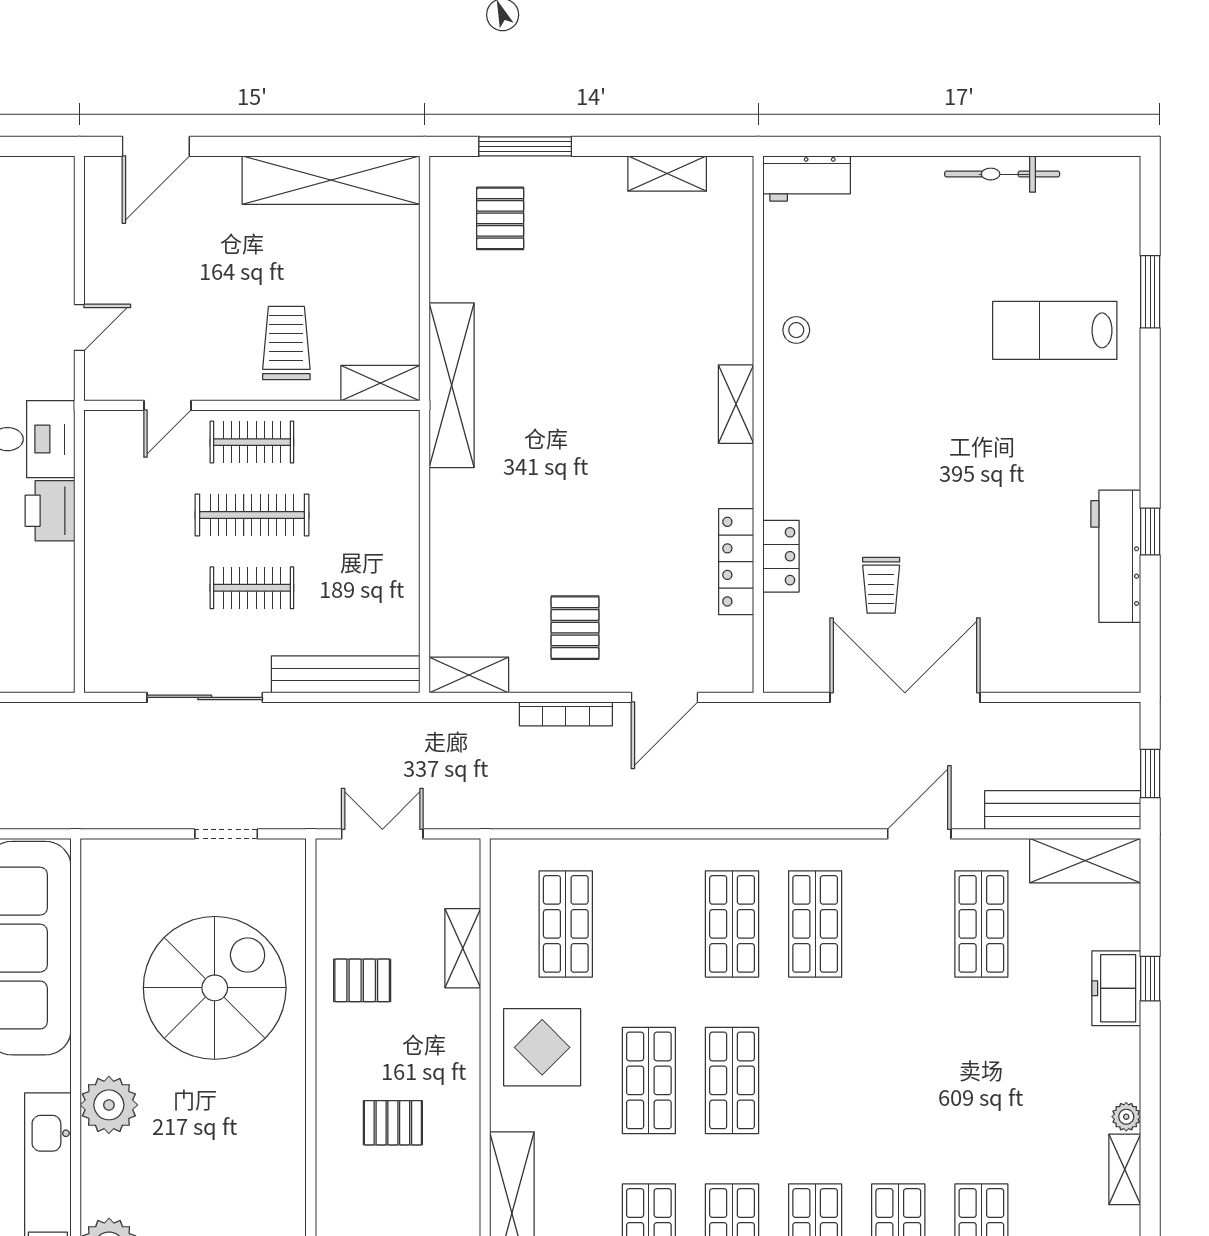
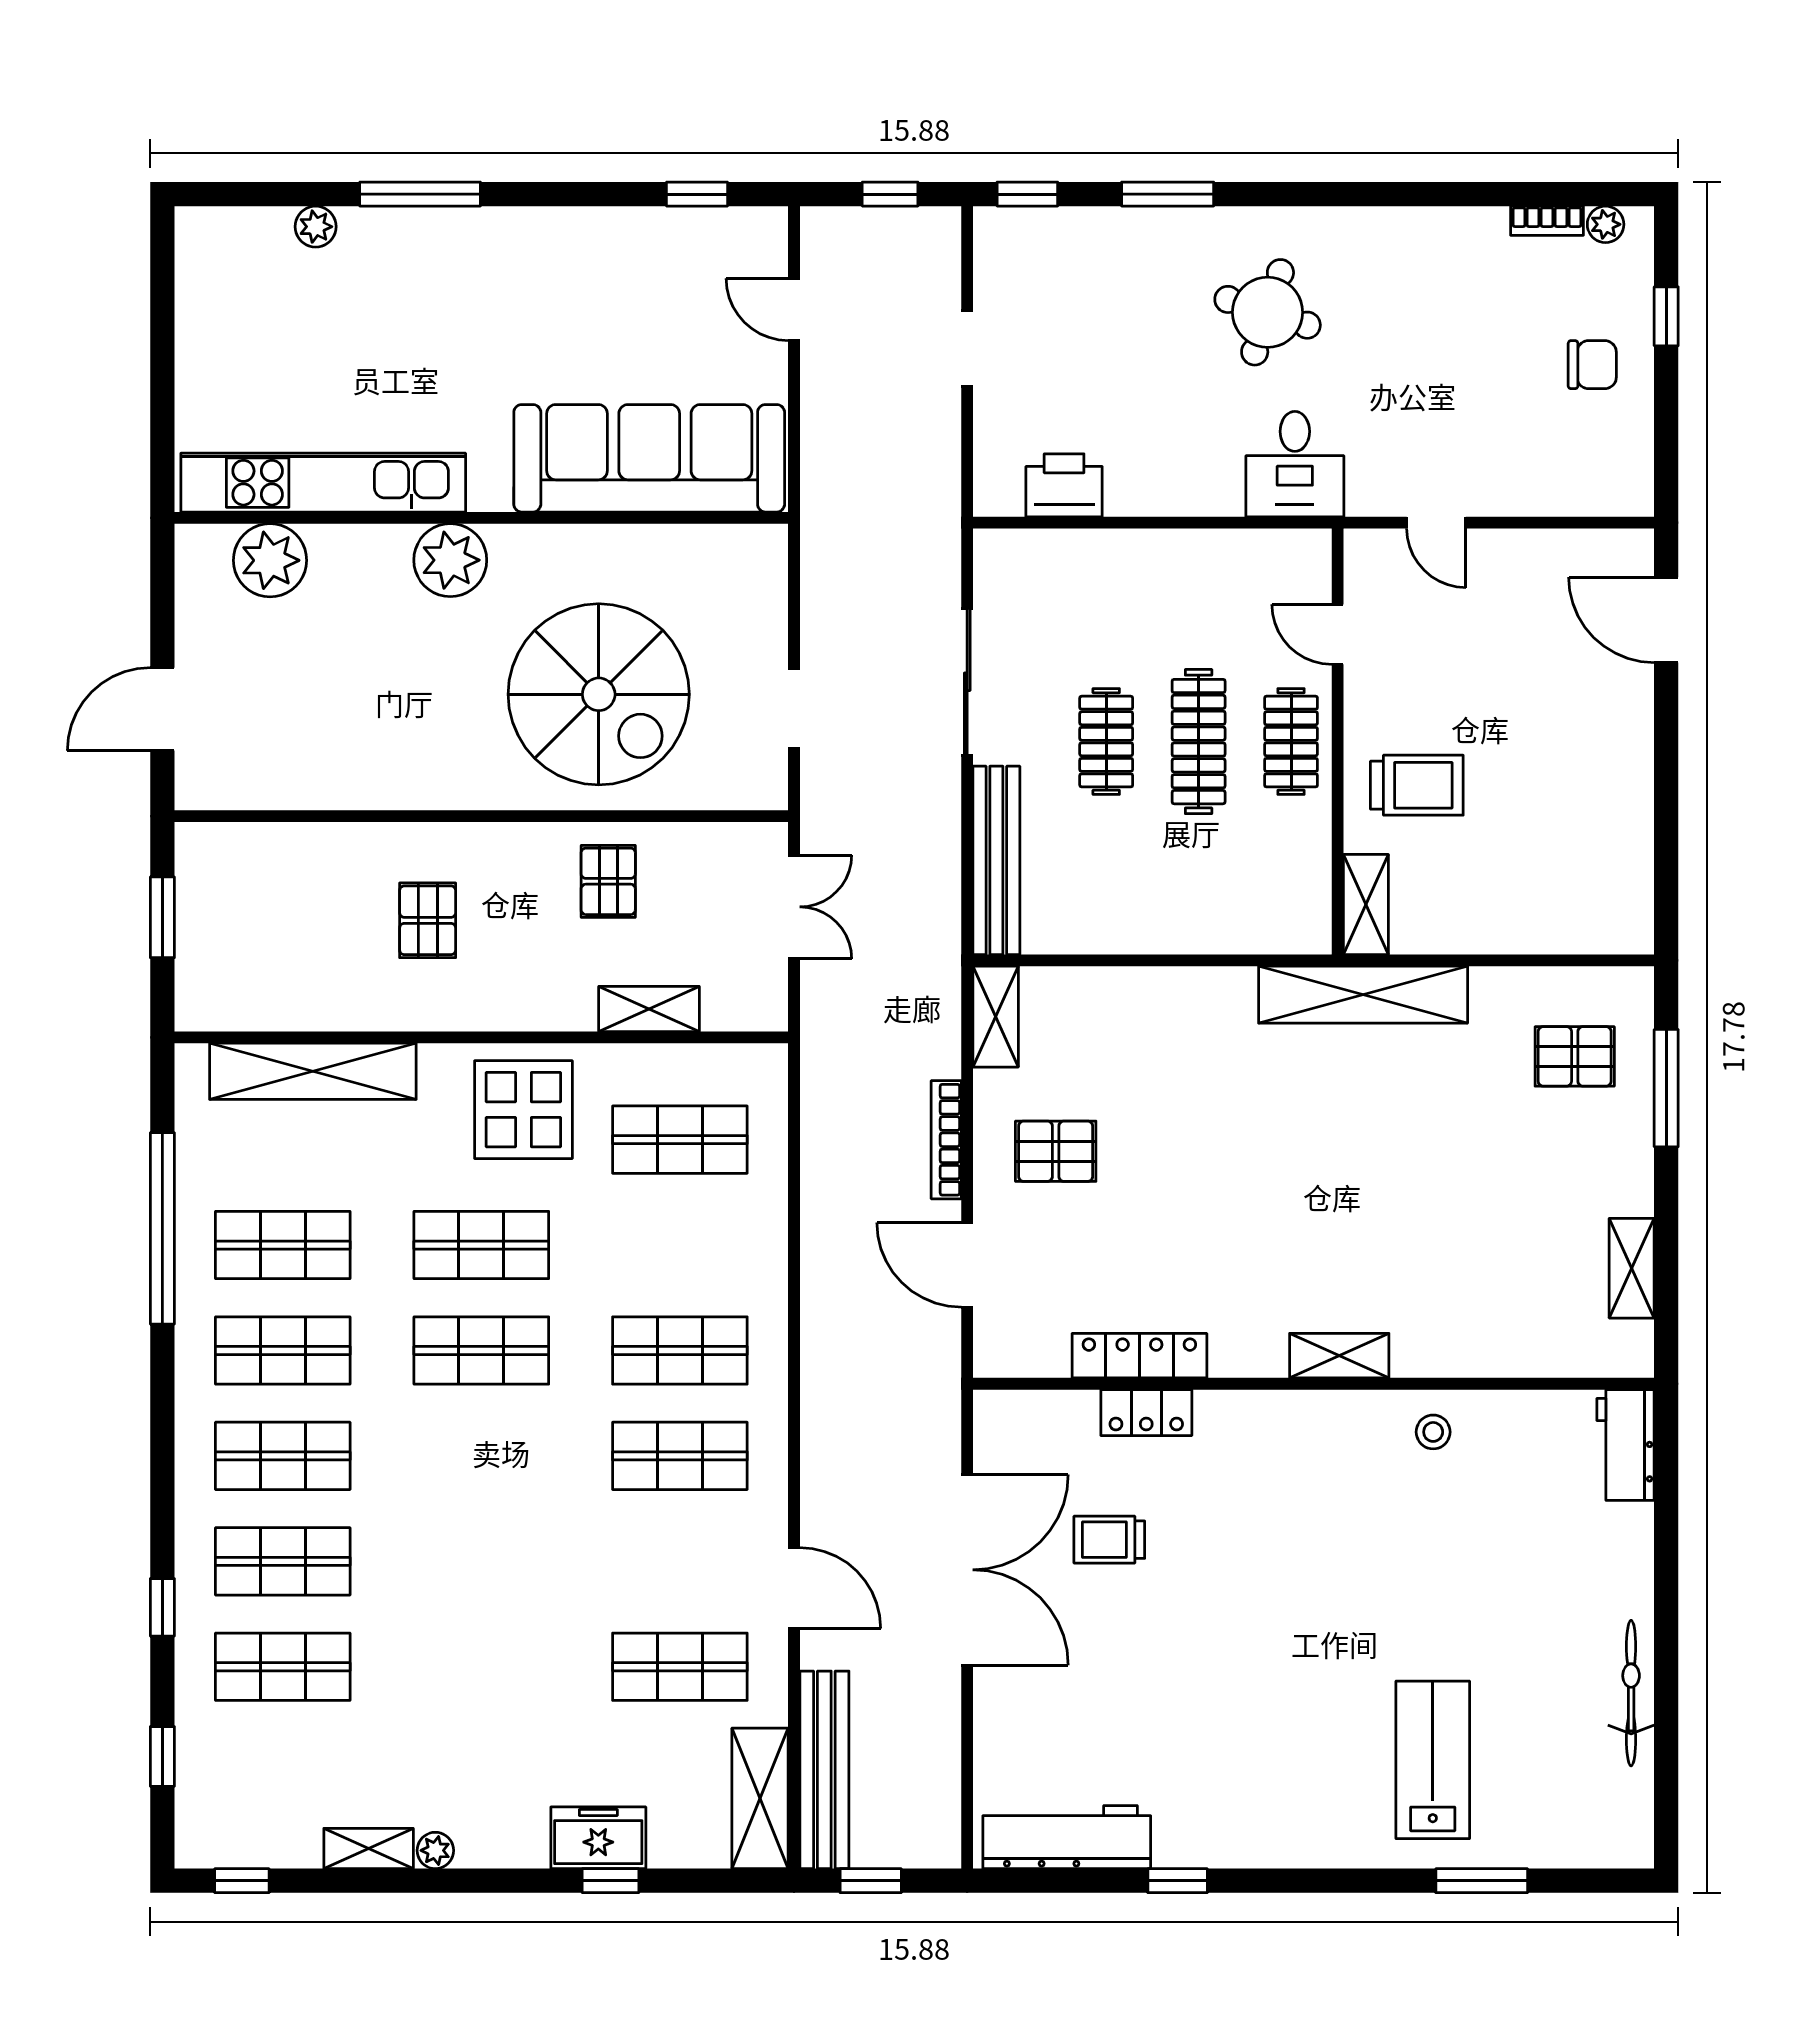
shelving: (331, 180) -> (1623, 842), removed
printer: (50, 511) -> (1064, 485), moved
workbench: (1116, 556) -> (1067, 1837), moved

